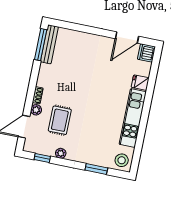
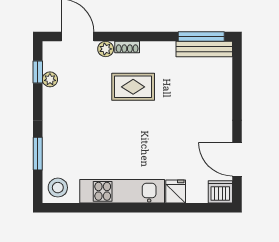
rug: (60, 120) -> (133, 87), moved
plant: (61, 153) -> (50, 79), moved

